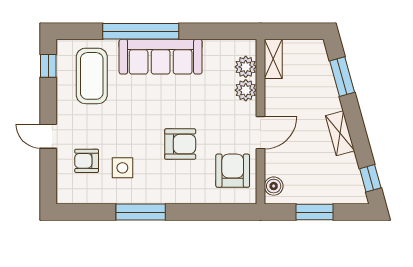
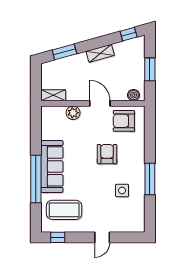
plant: (246, 67) -> (58, 113), removed
armchair: (87, 161) -> (118, 213), removed

